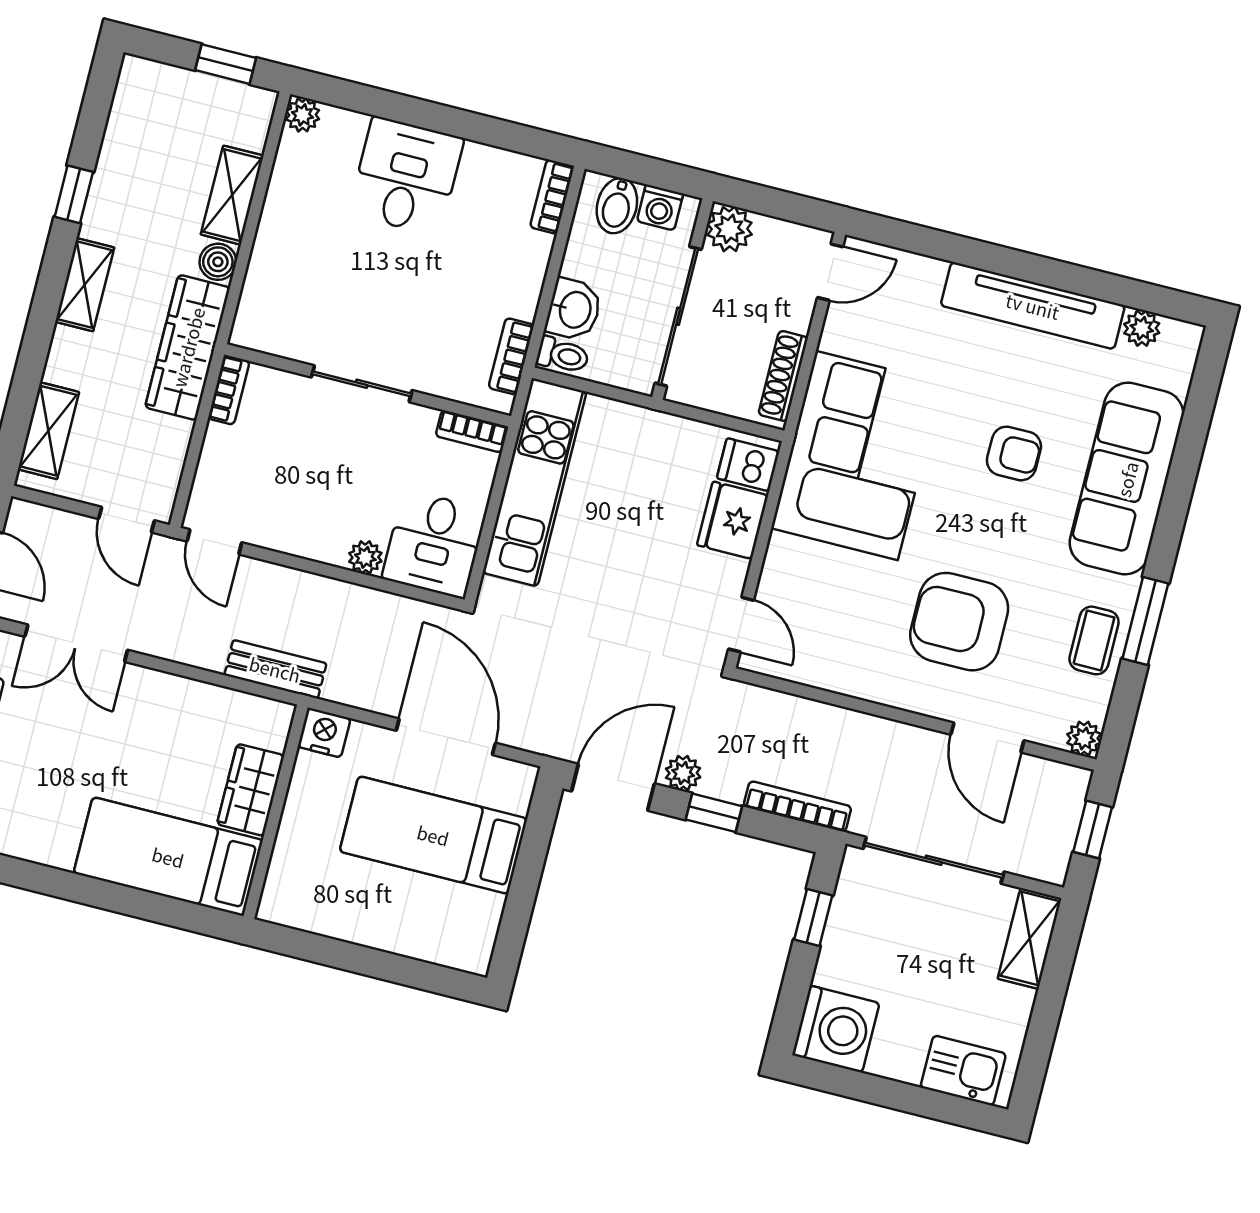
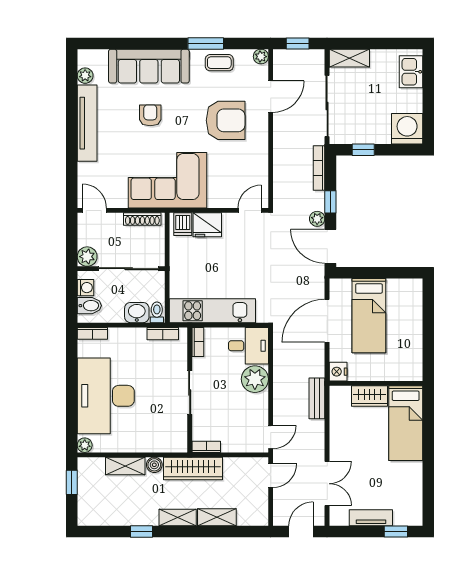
desk: (406, 176) -> (106, 396), width x1.87, depth x1.30
shelving: (49, 431) -> (217, 517), moved
plant: (365, 557) -> (255, 379), width x1.88, depth x1.88
armchair: (959, 622) -> (226, 120), turned -90

